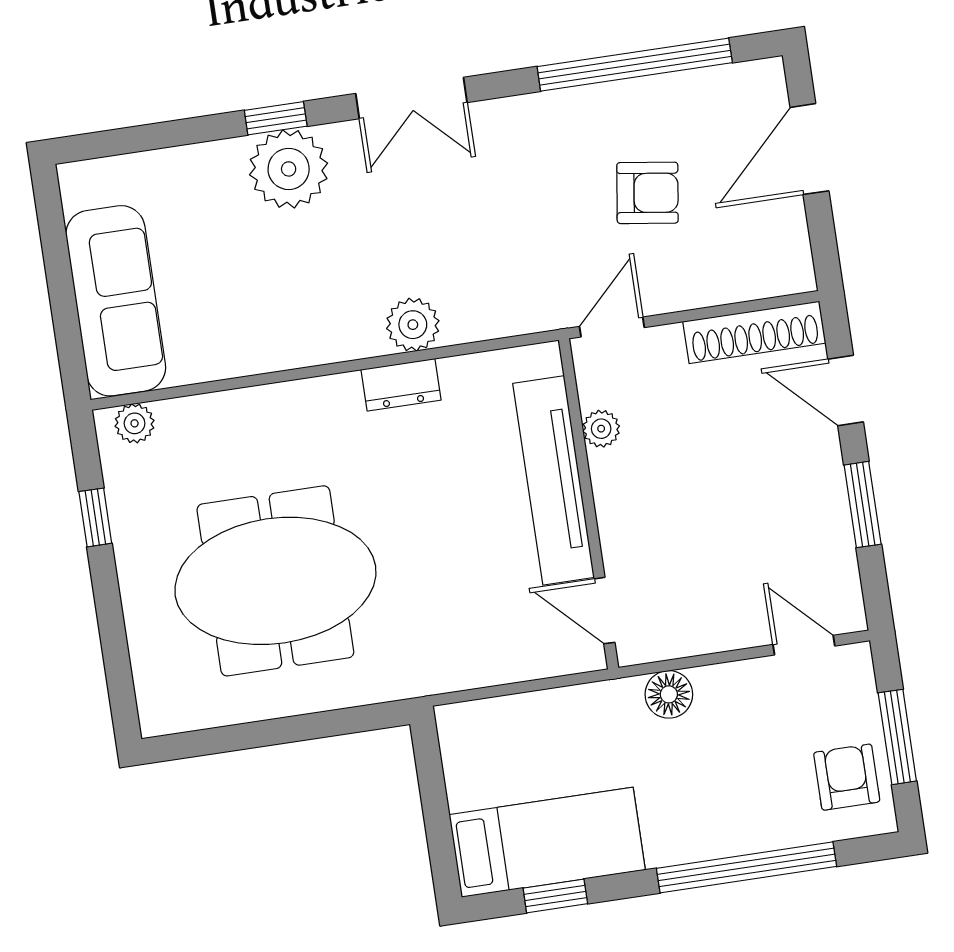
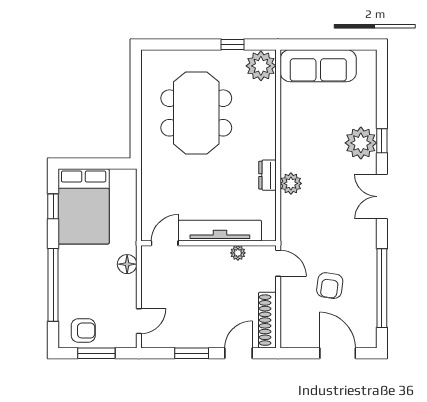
plant: (135, 423) -> (261, 66), width x1.88, depth x1.88
bed: (547, 842) -> (84, 206), width x1.50

